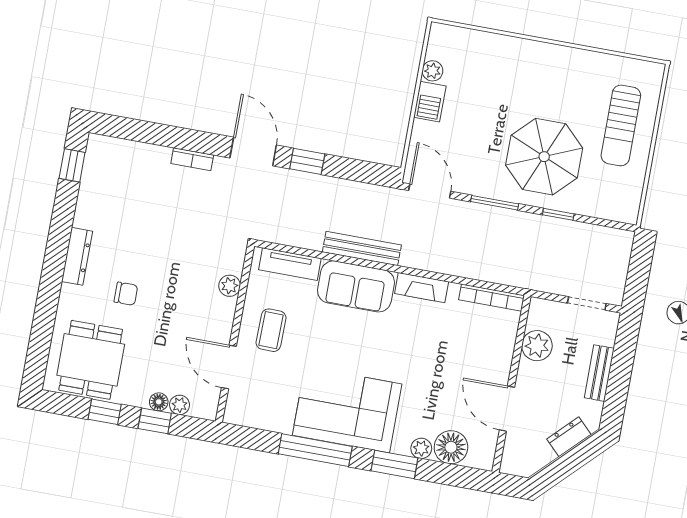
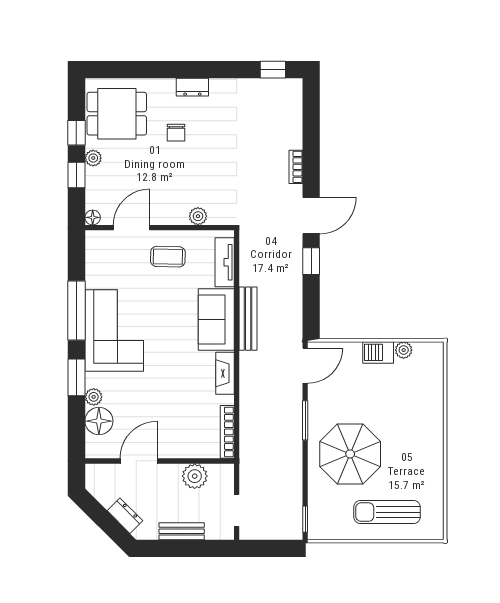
window: (558, 214) -> (305, 519), moved
dresser: (77, 256) -> (192, 87), width x0.70
floor lamp: (159, 402) -> (93, 217), moved
plant: (180, 405) -> (93, 158), moved

